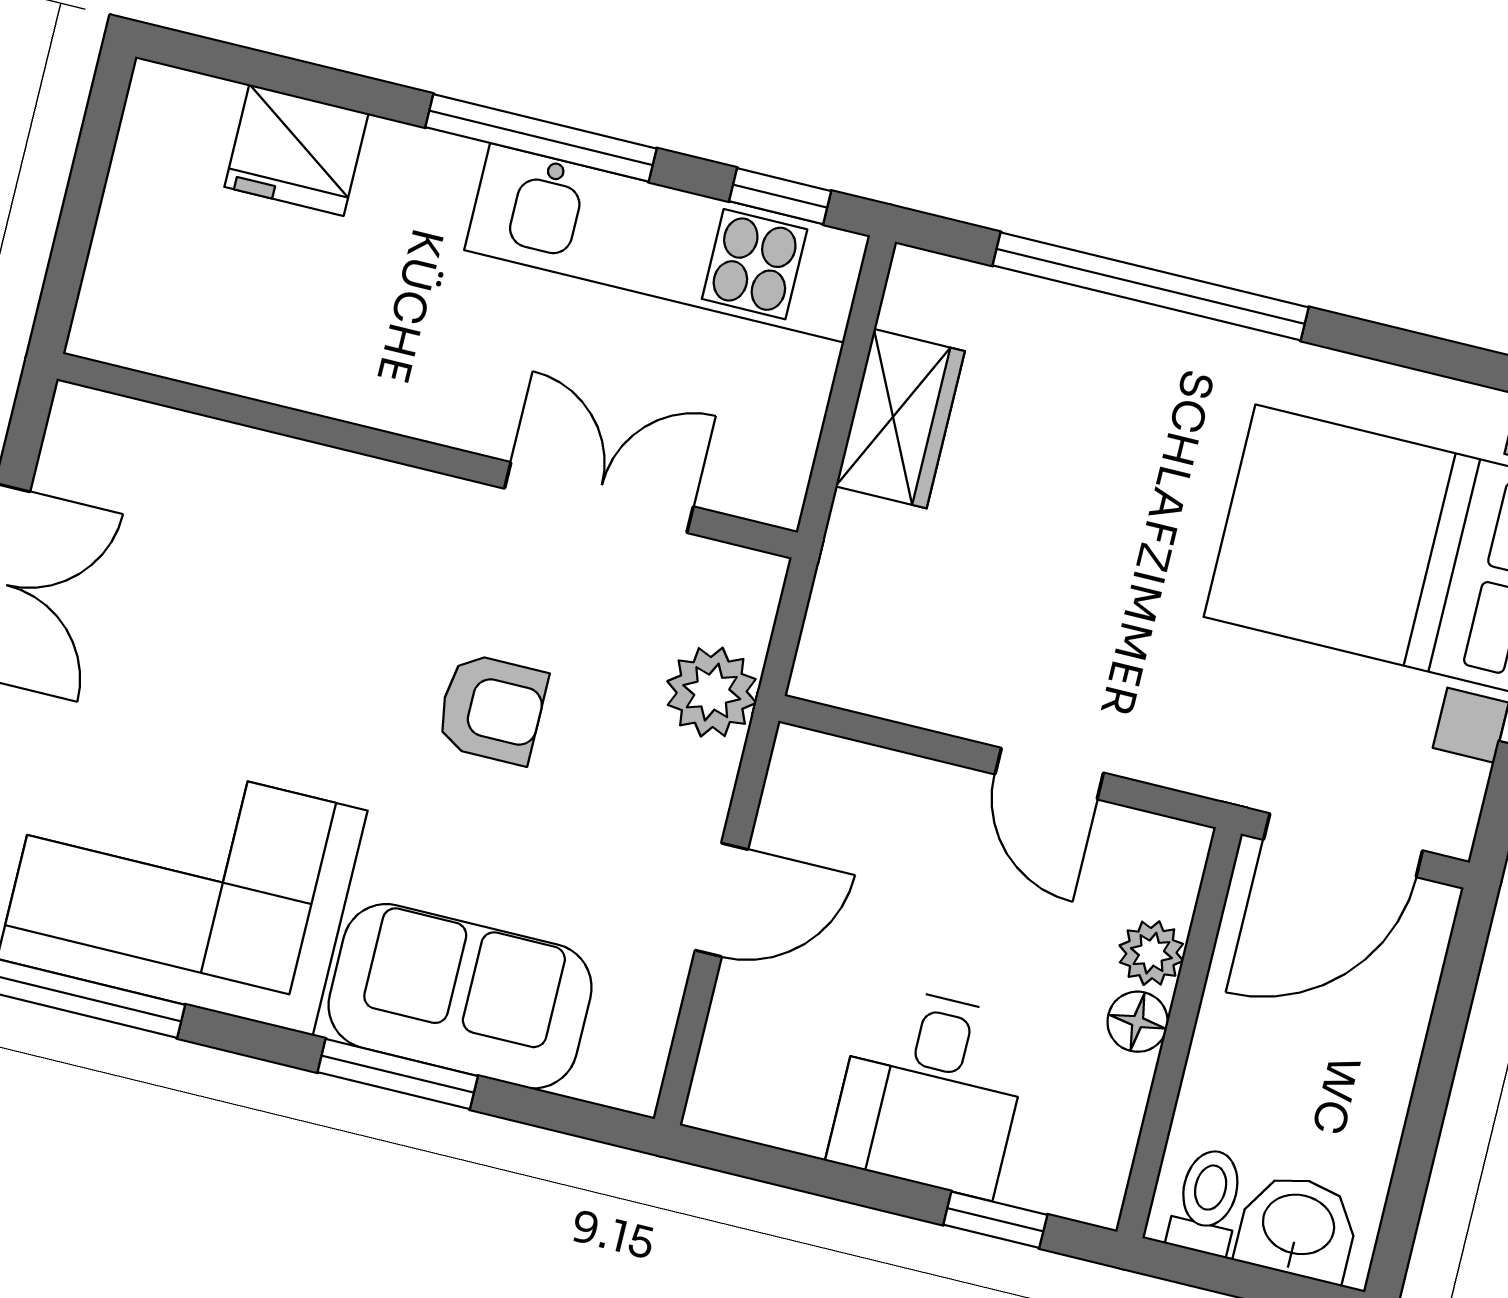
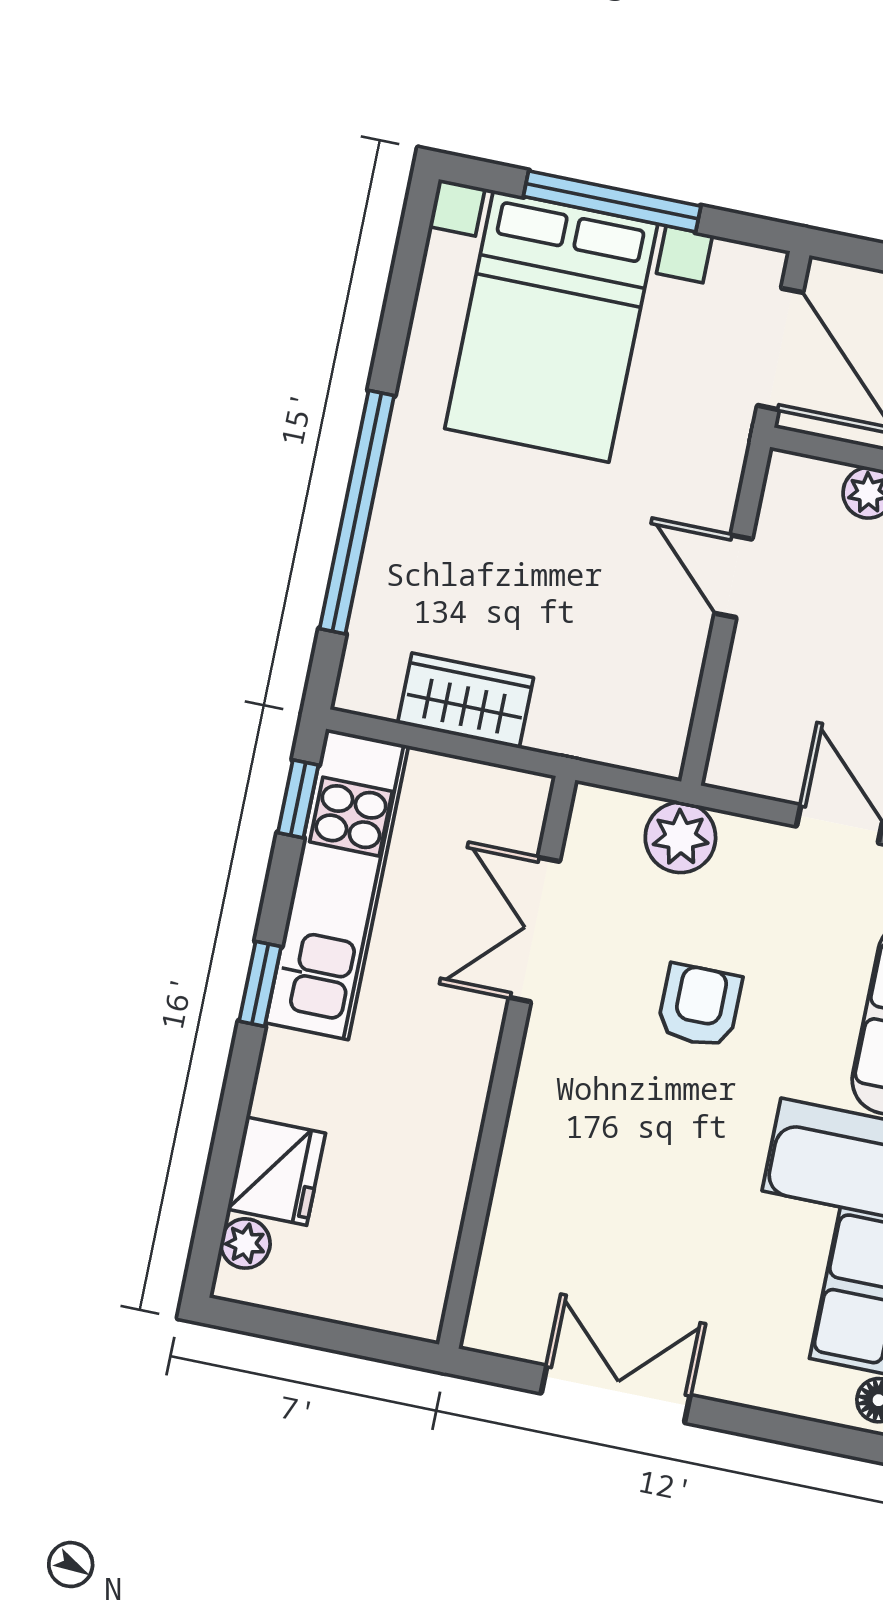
plant: (204, 106) -> (245, 1243), added
window: (541, 138) -> (260, 984), width x0.46
door: (1049, 774) -> (733, 576), swing flipped

